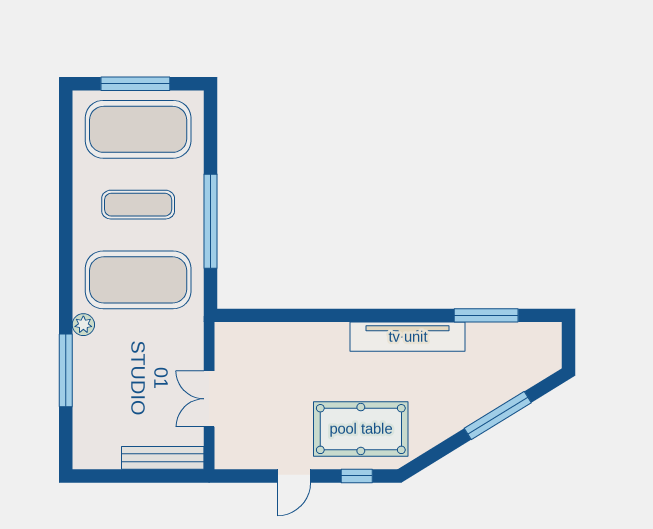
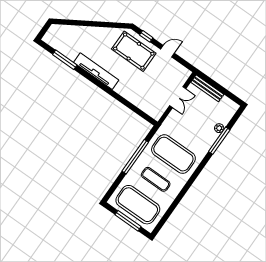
plant: (83, 325) -> (219, 128), moved
window: (498, 416) -> (85, 23), removed

